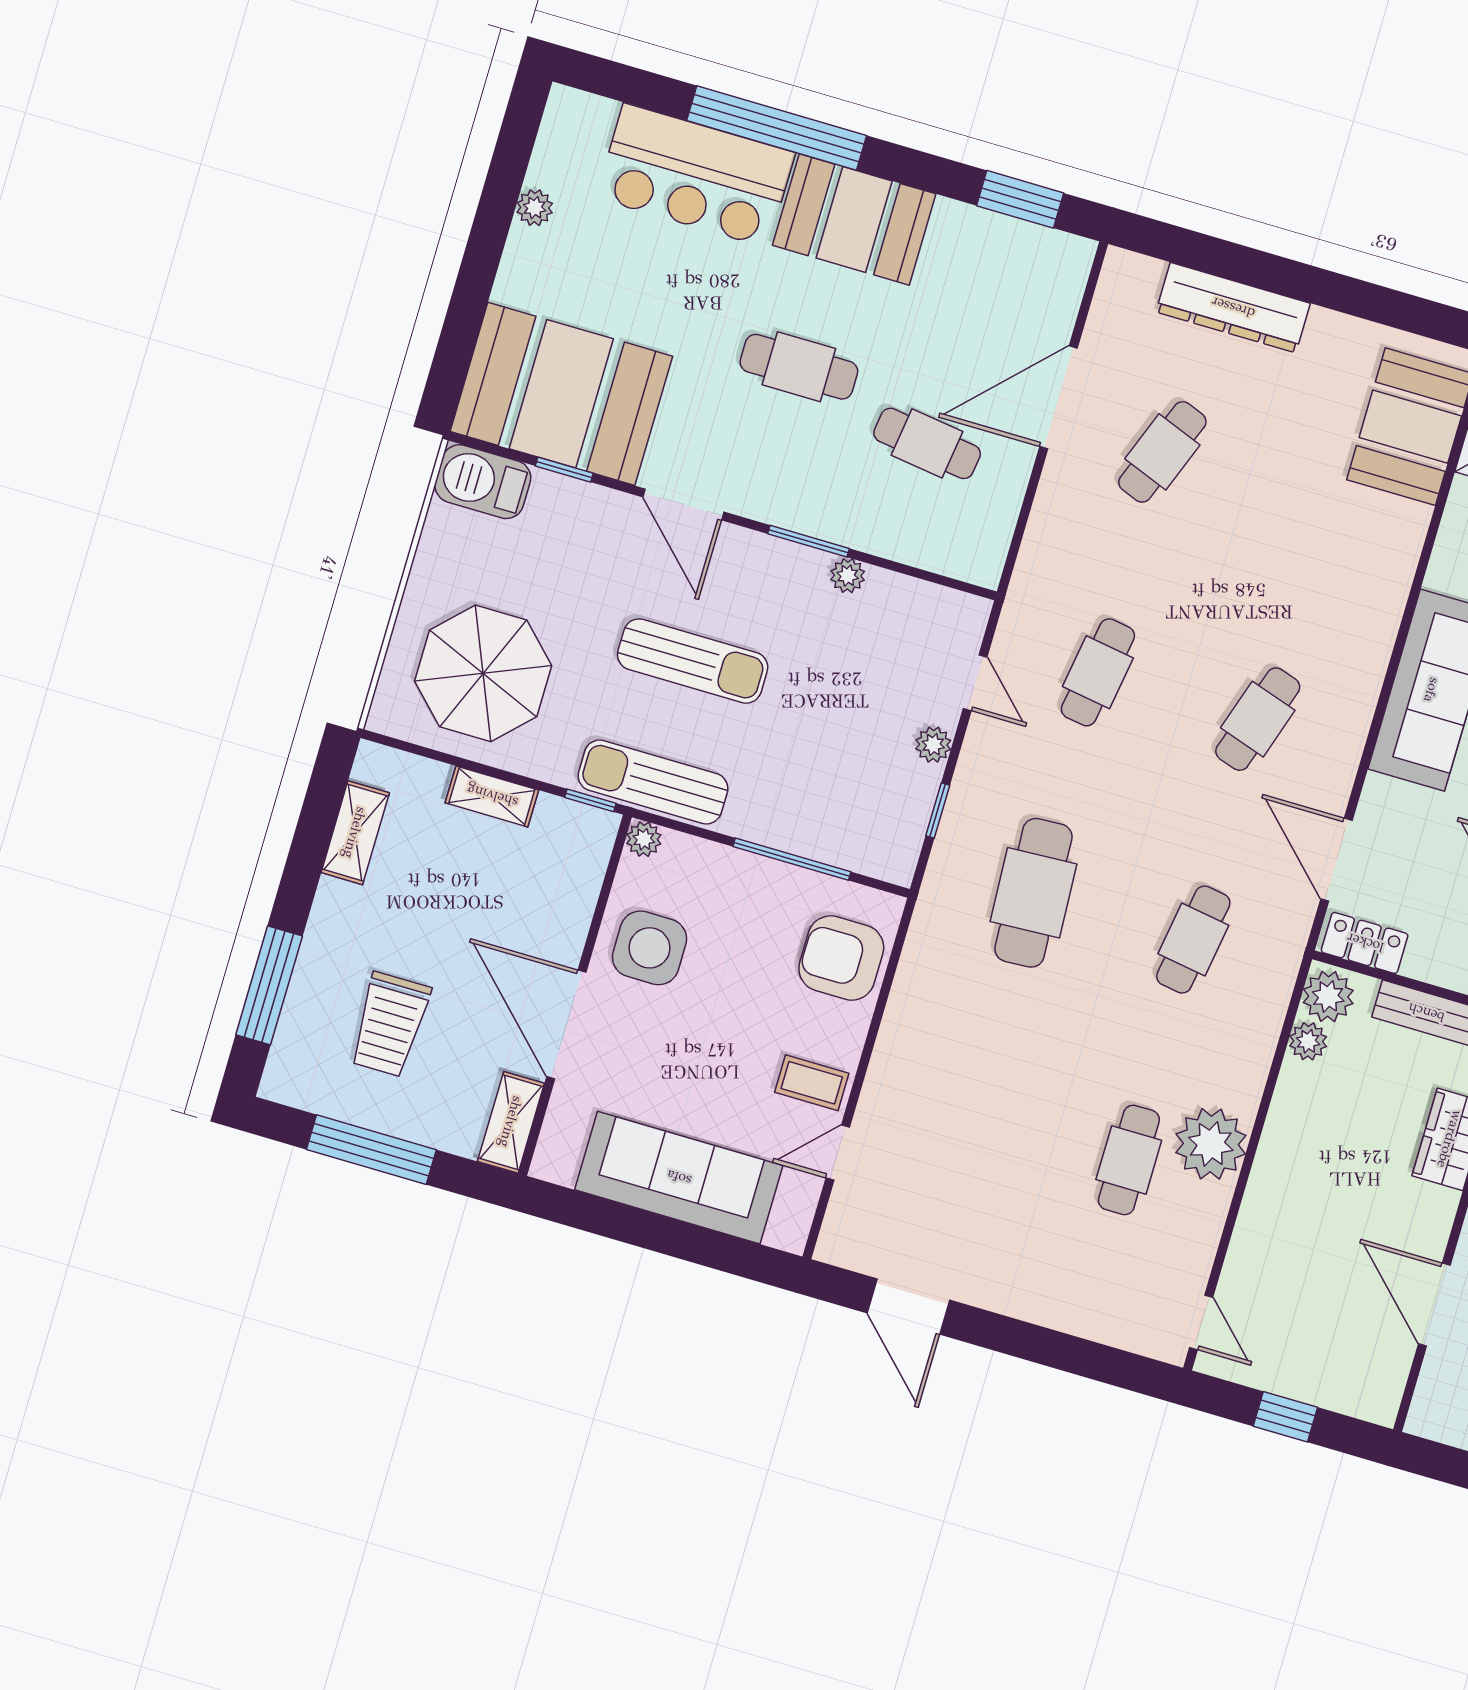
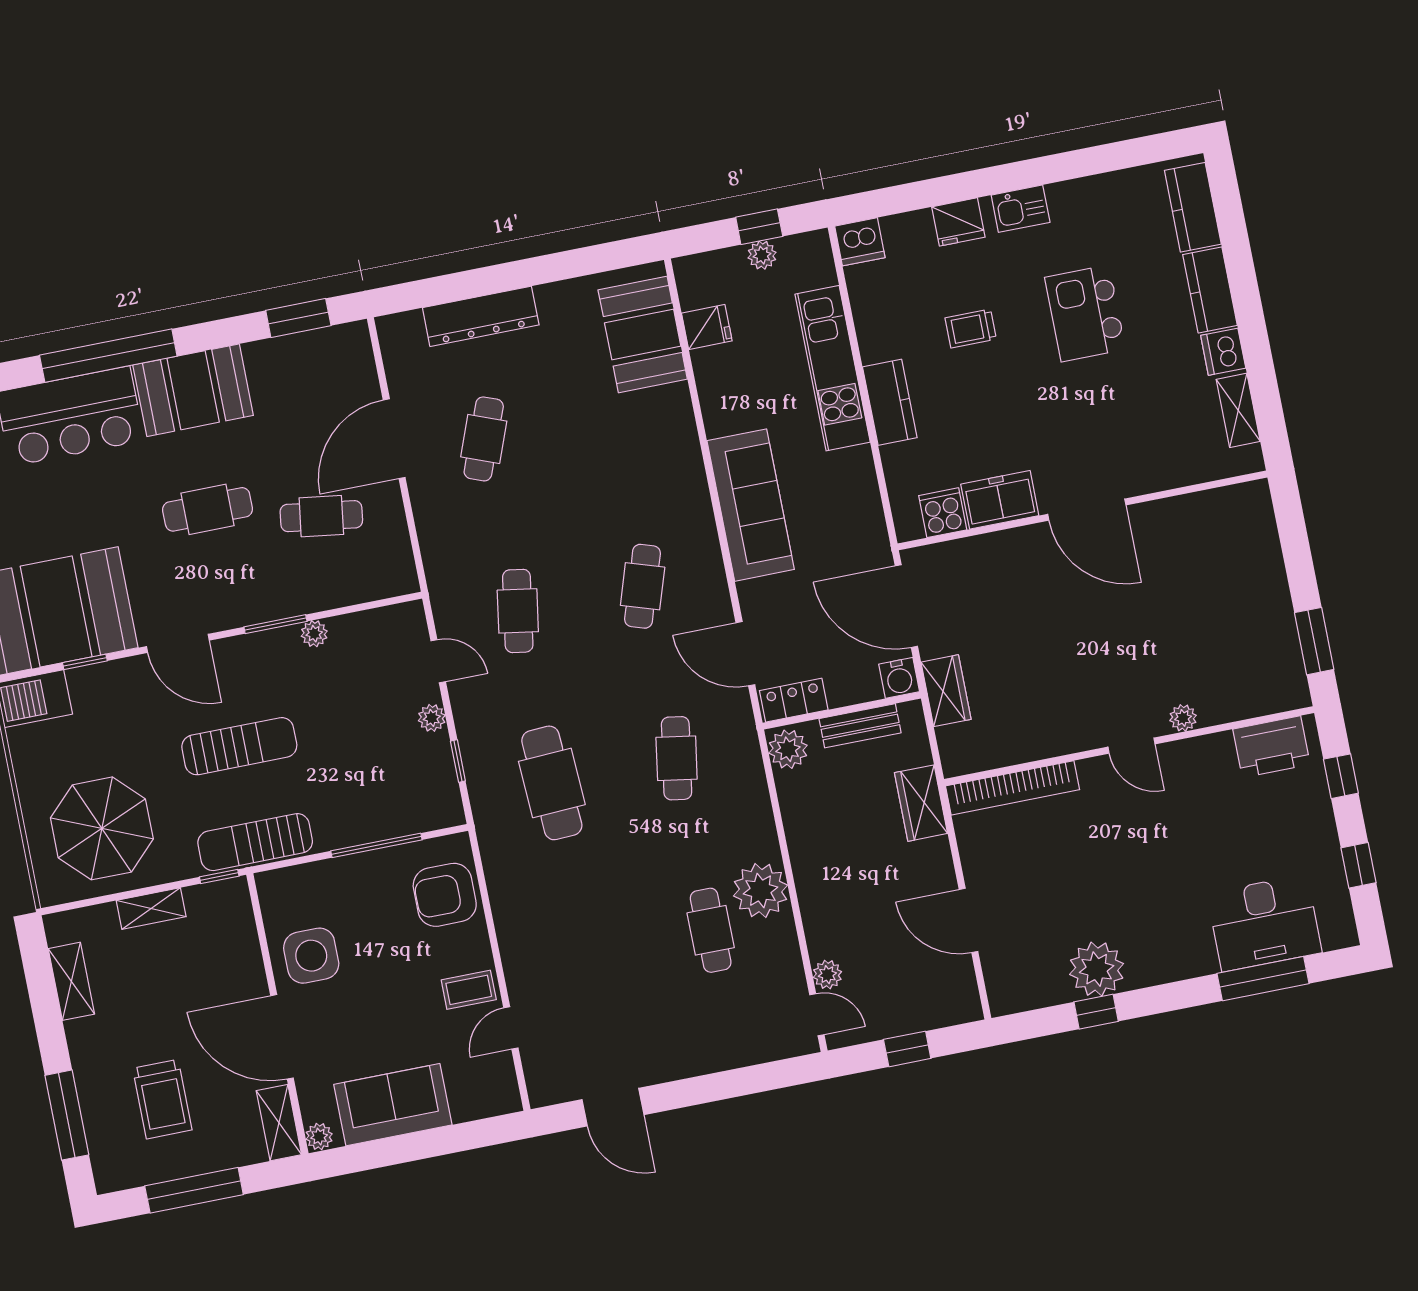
plant: (644, 839) -> (319, 1137), moved
plant: (1308, 1041) -> (827, 975), moved
sofa: (679, 1178) -> (393, 1105), width x0.73

